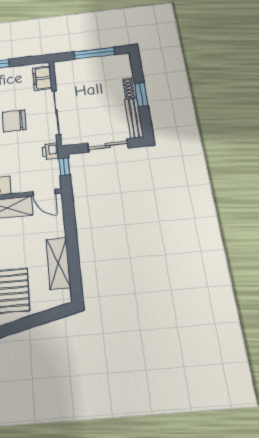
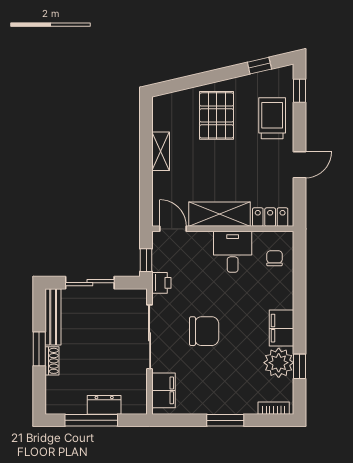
dresser: (86, 64) -> (104, 405), added
shelving: (58, 263) -> (161, 151), width x0.67, depth x0.75

